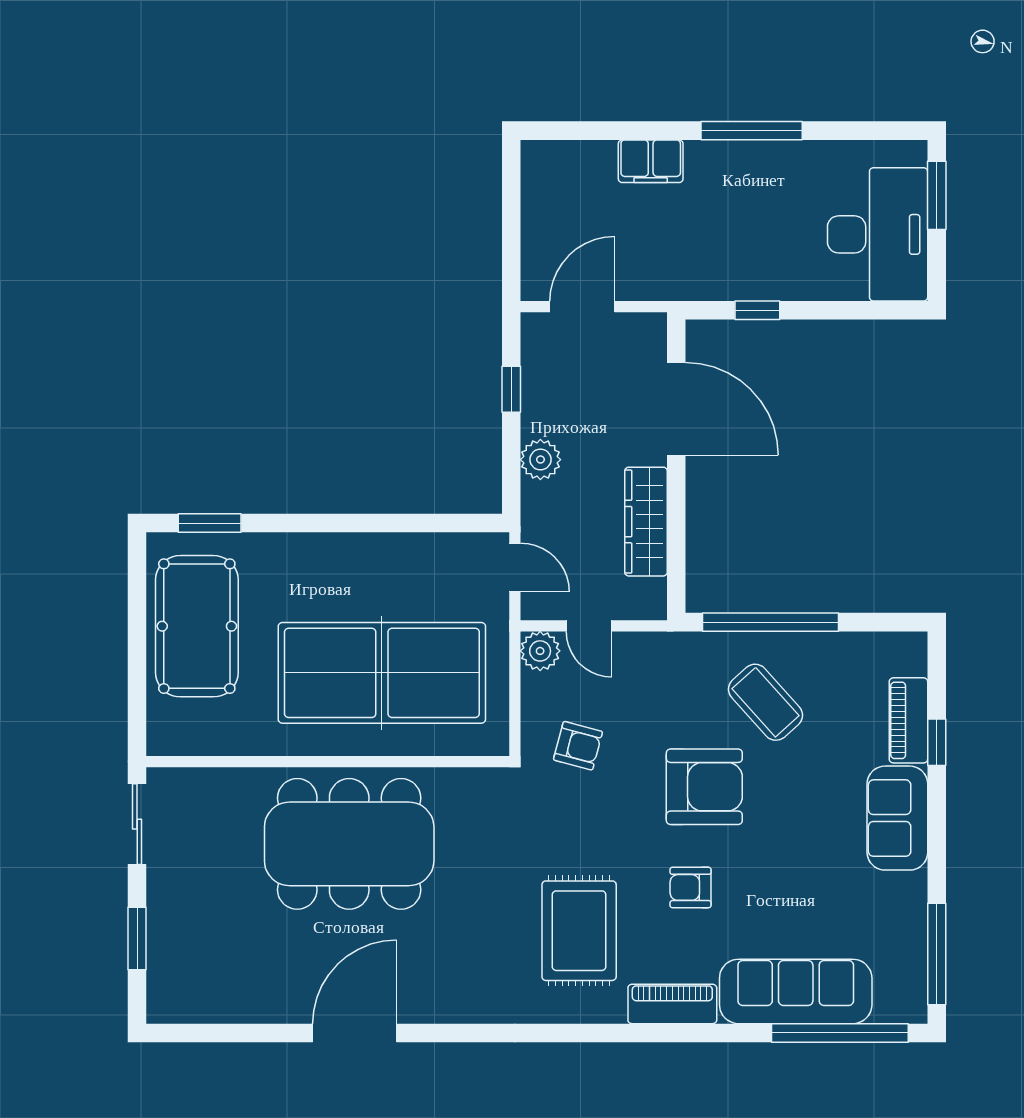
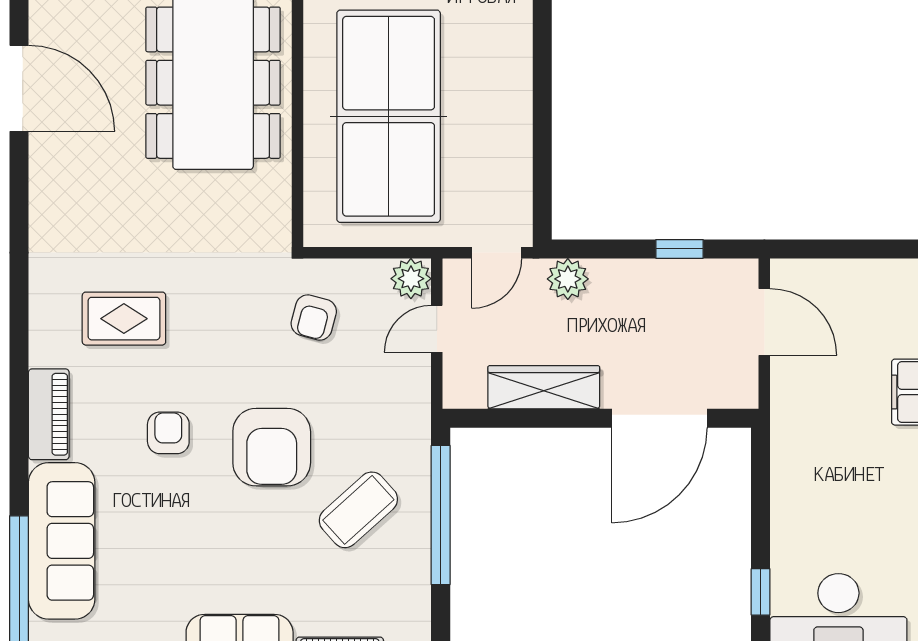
window: (757, 310) -> (761, 592), moved
plant: (540, 460) -> (568, 279), moved
rug: (579, 931) -> (124, 319), width x0.73, depth x0.70

